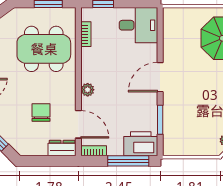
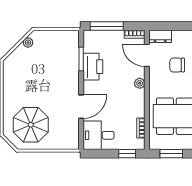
door: (160, 77) -> (81, 107), moved
chair: (41, 112) -> (177, 65), turned 90
printer: (141, 144) -> (93, 67), moved, turned -90

